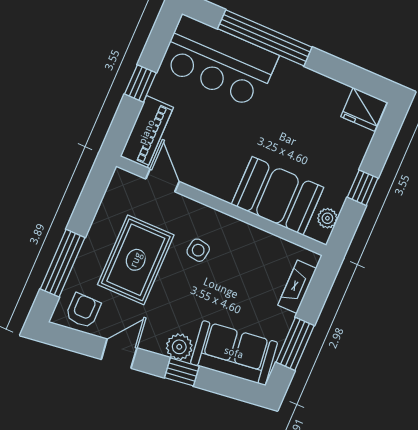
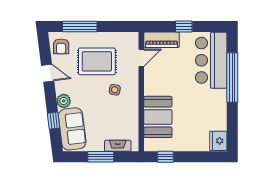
window: (363, 188) -> (166, 157), moved
plant: (327, 218) -> (158, 146), removed
armchair: (83, 311) -> (61, 46), turned 90
window: (295, 344) -> (101, 157), moved
window: (182, 372) -> (54, 121), moved

